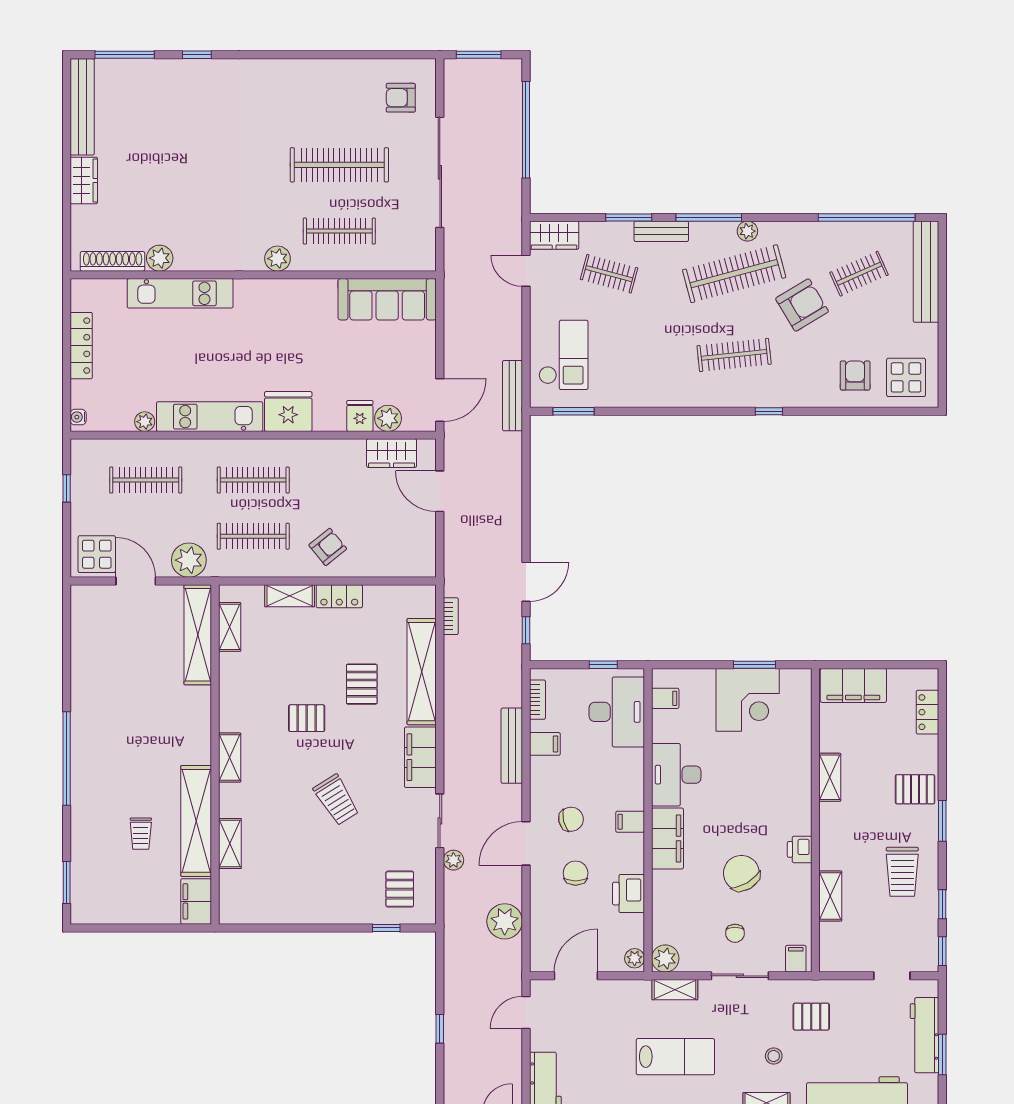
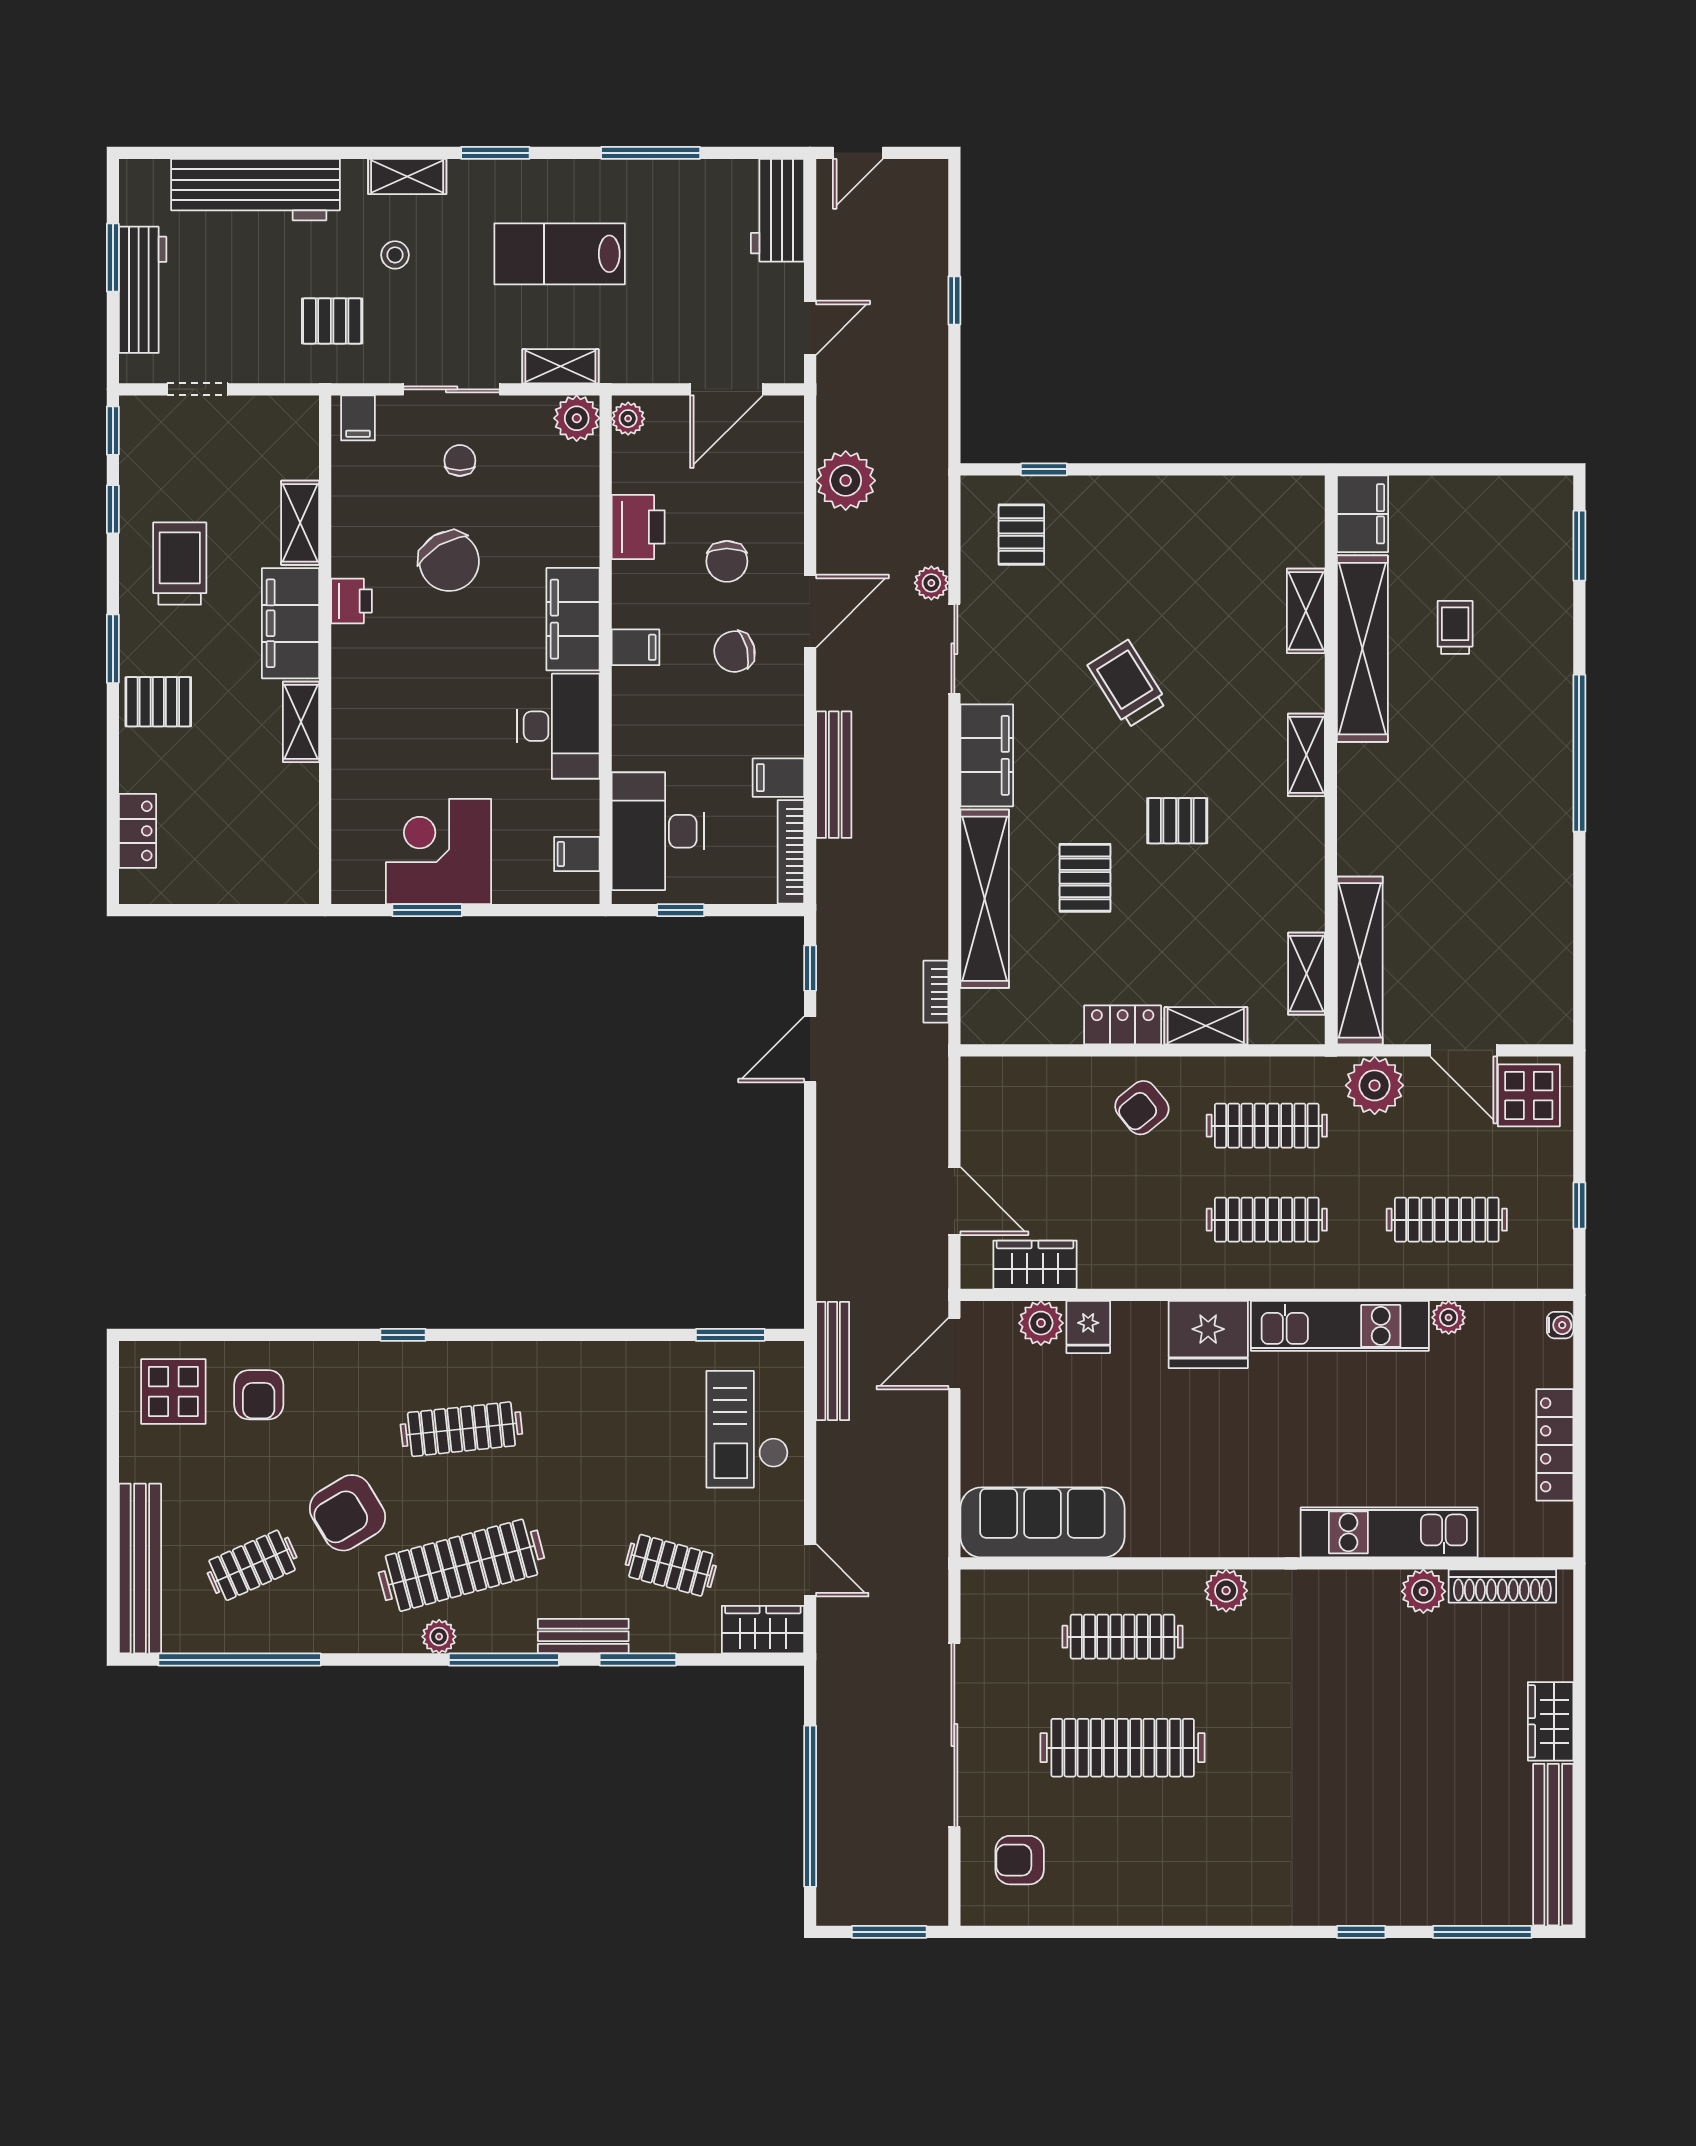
armchair: (401, 98) -> (1020, 1860), turned 180
filing cabinet: (853, 685) -> (291, 623), moved, turned -90
bookcase: (537, 700) -> (791, 852), width x1.56

